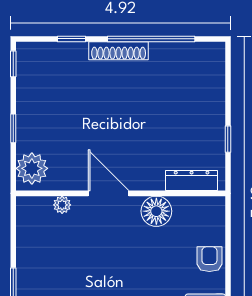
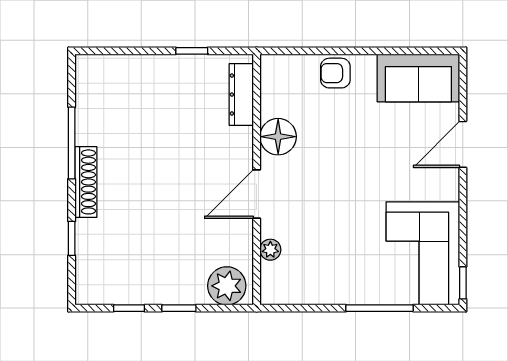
window: (151, 39) -> (72, 143), width x0.68
window: (13, 64) -> (129, 308), moved

